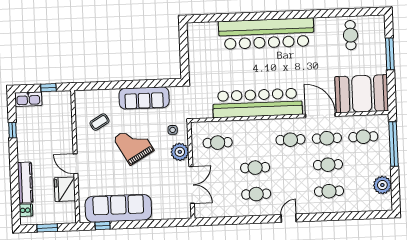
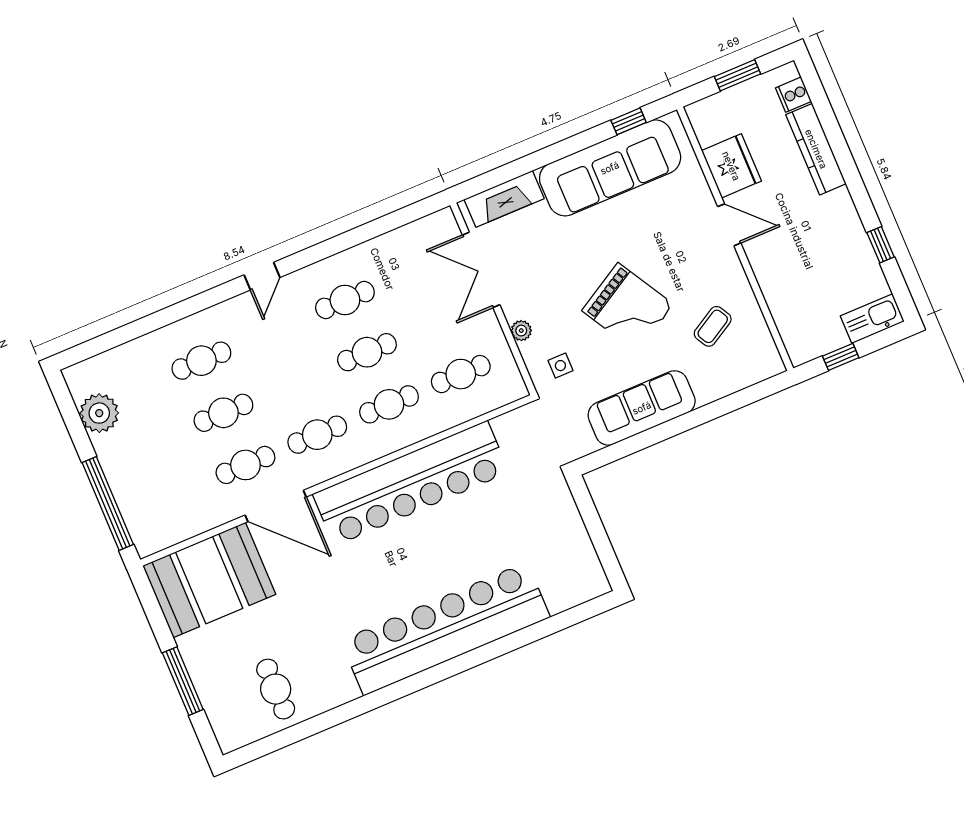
cafe table: (363, 137) -> (389, 404), moved
plant: (180, 152) -> (521, 331), width x0.53, depth x0.53
fireplace: (170, 212) -> (504, 199), added

